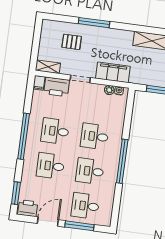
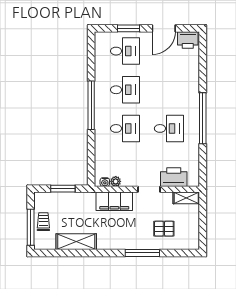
filing cabinet: (39, 83) -> (194, 179), removed
desk: (51, 166) -> (169, 90), removed
window: (16, 193) -> (203, 55), removed
window: (79, 226) -> (129, 28), width x0.69

